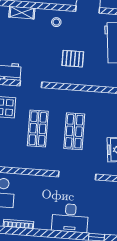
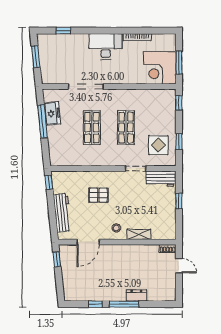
shelving: (22, 13) -> (139, 234), moved
desk: (70, 218) -> (106, 47), moved

